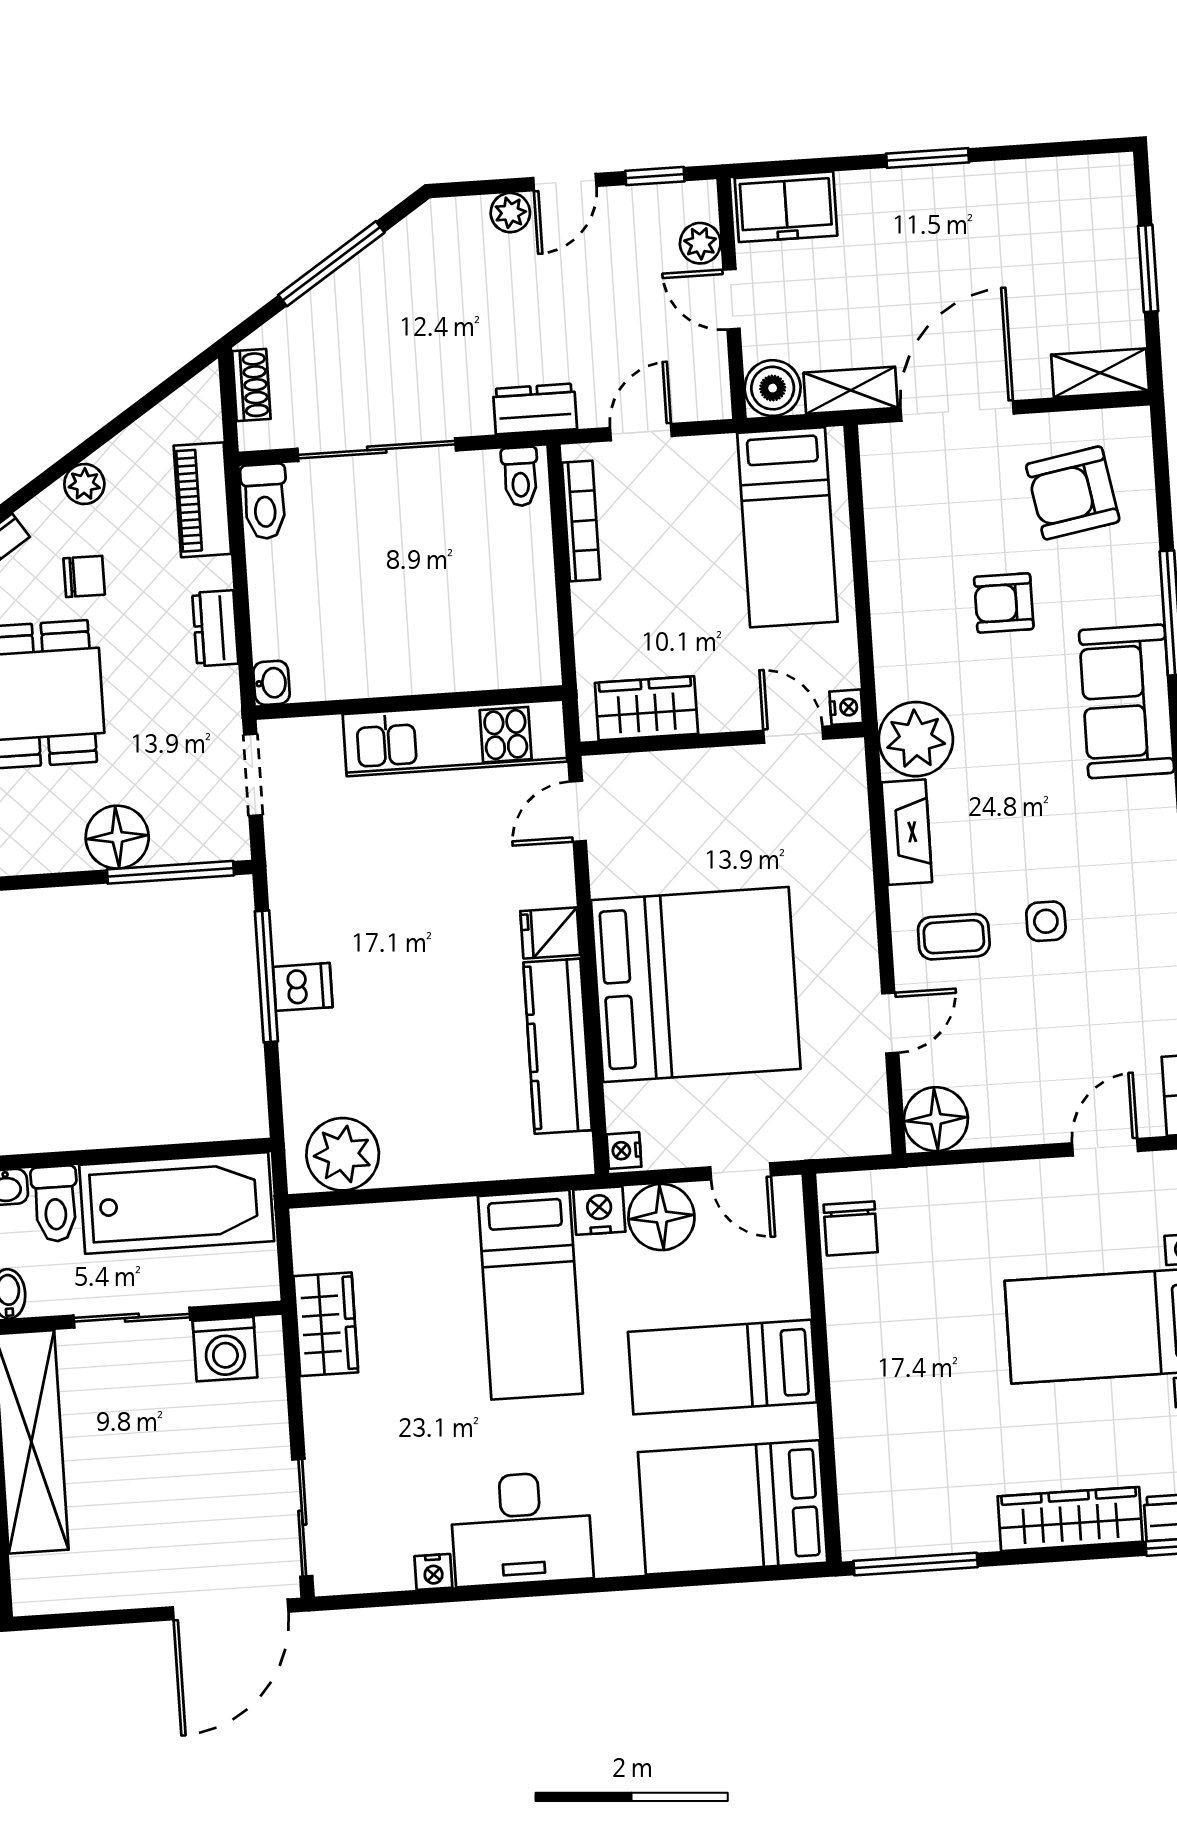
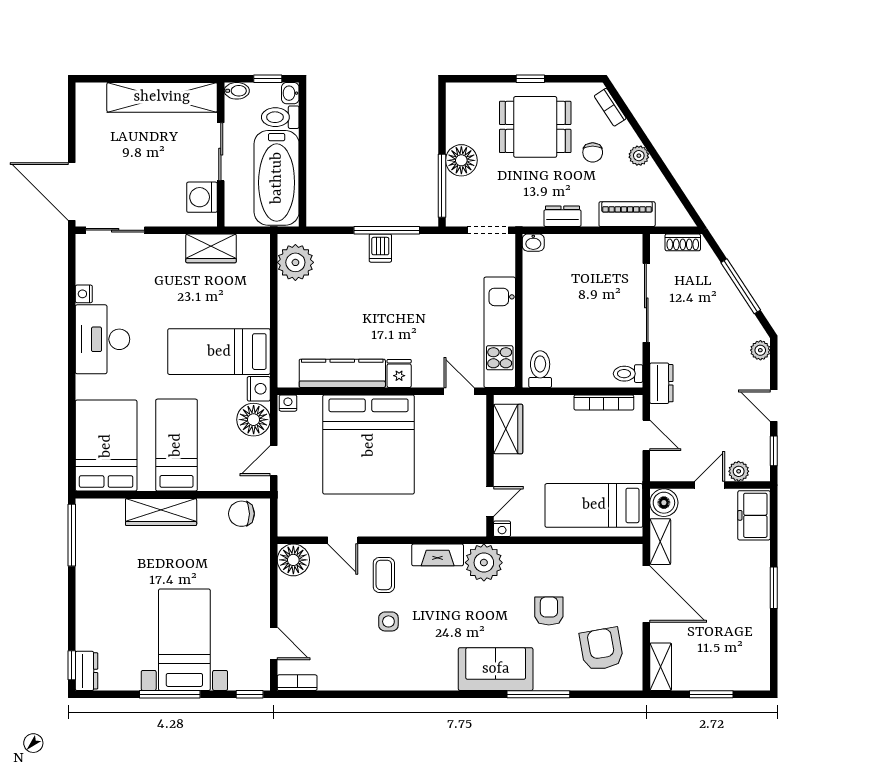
plant: (510, 213) -> (760, 350), moved
toilet: (265, 501) -> (540, 369), moved, turned 90
wardrobe: (1070, 1519) -> (161, 512), moved, turned 90

